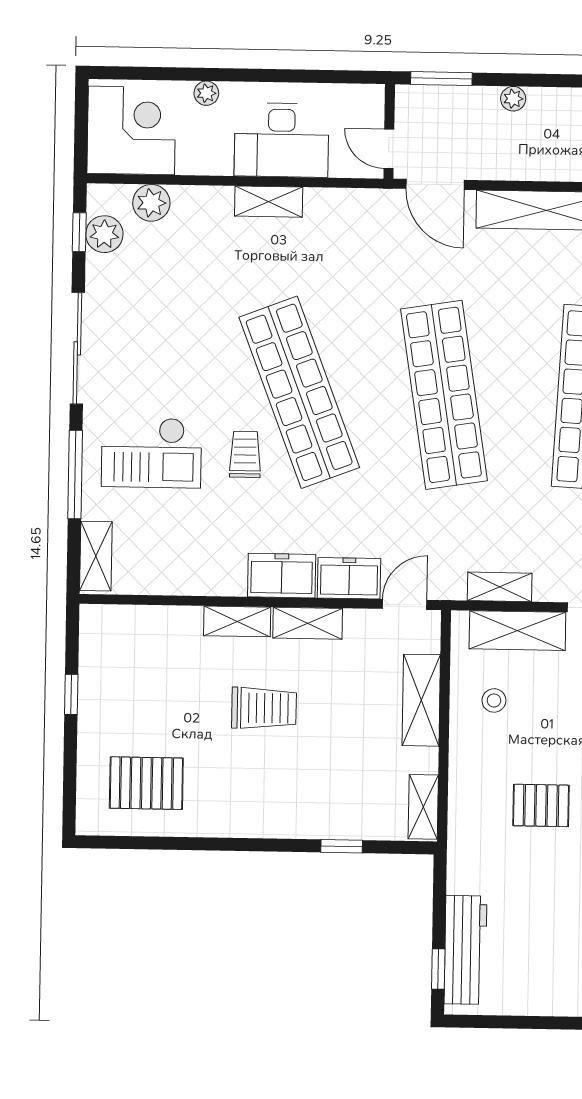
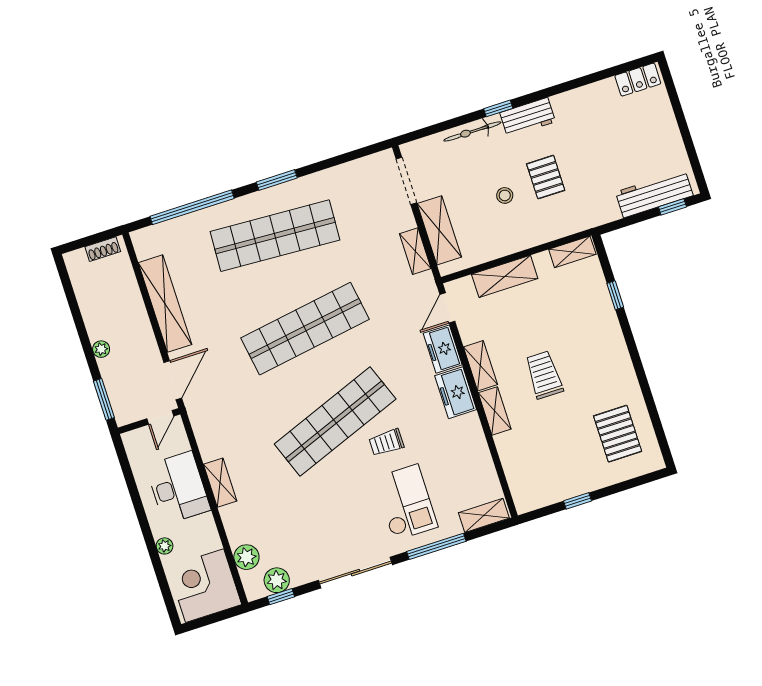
door: (405, 604) -> (447, 308), hinge flipped
stool: (494, 700) -> (505, 195), moved

